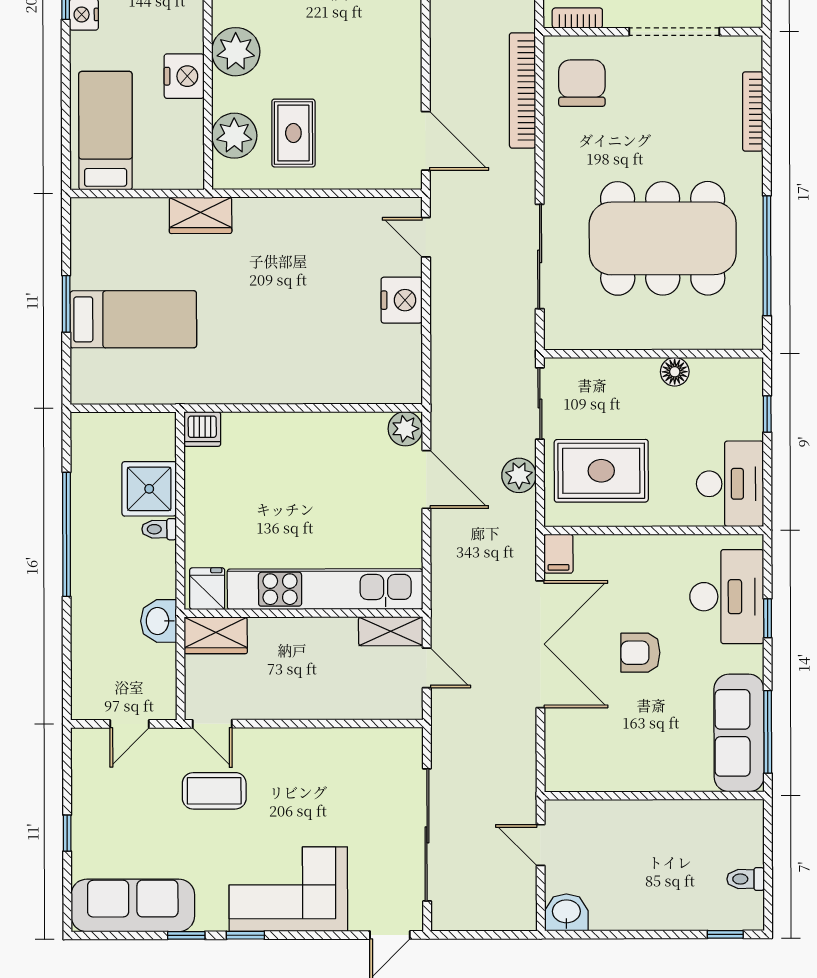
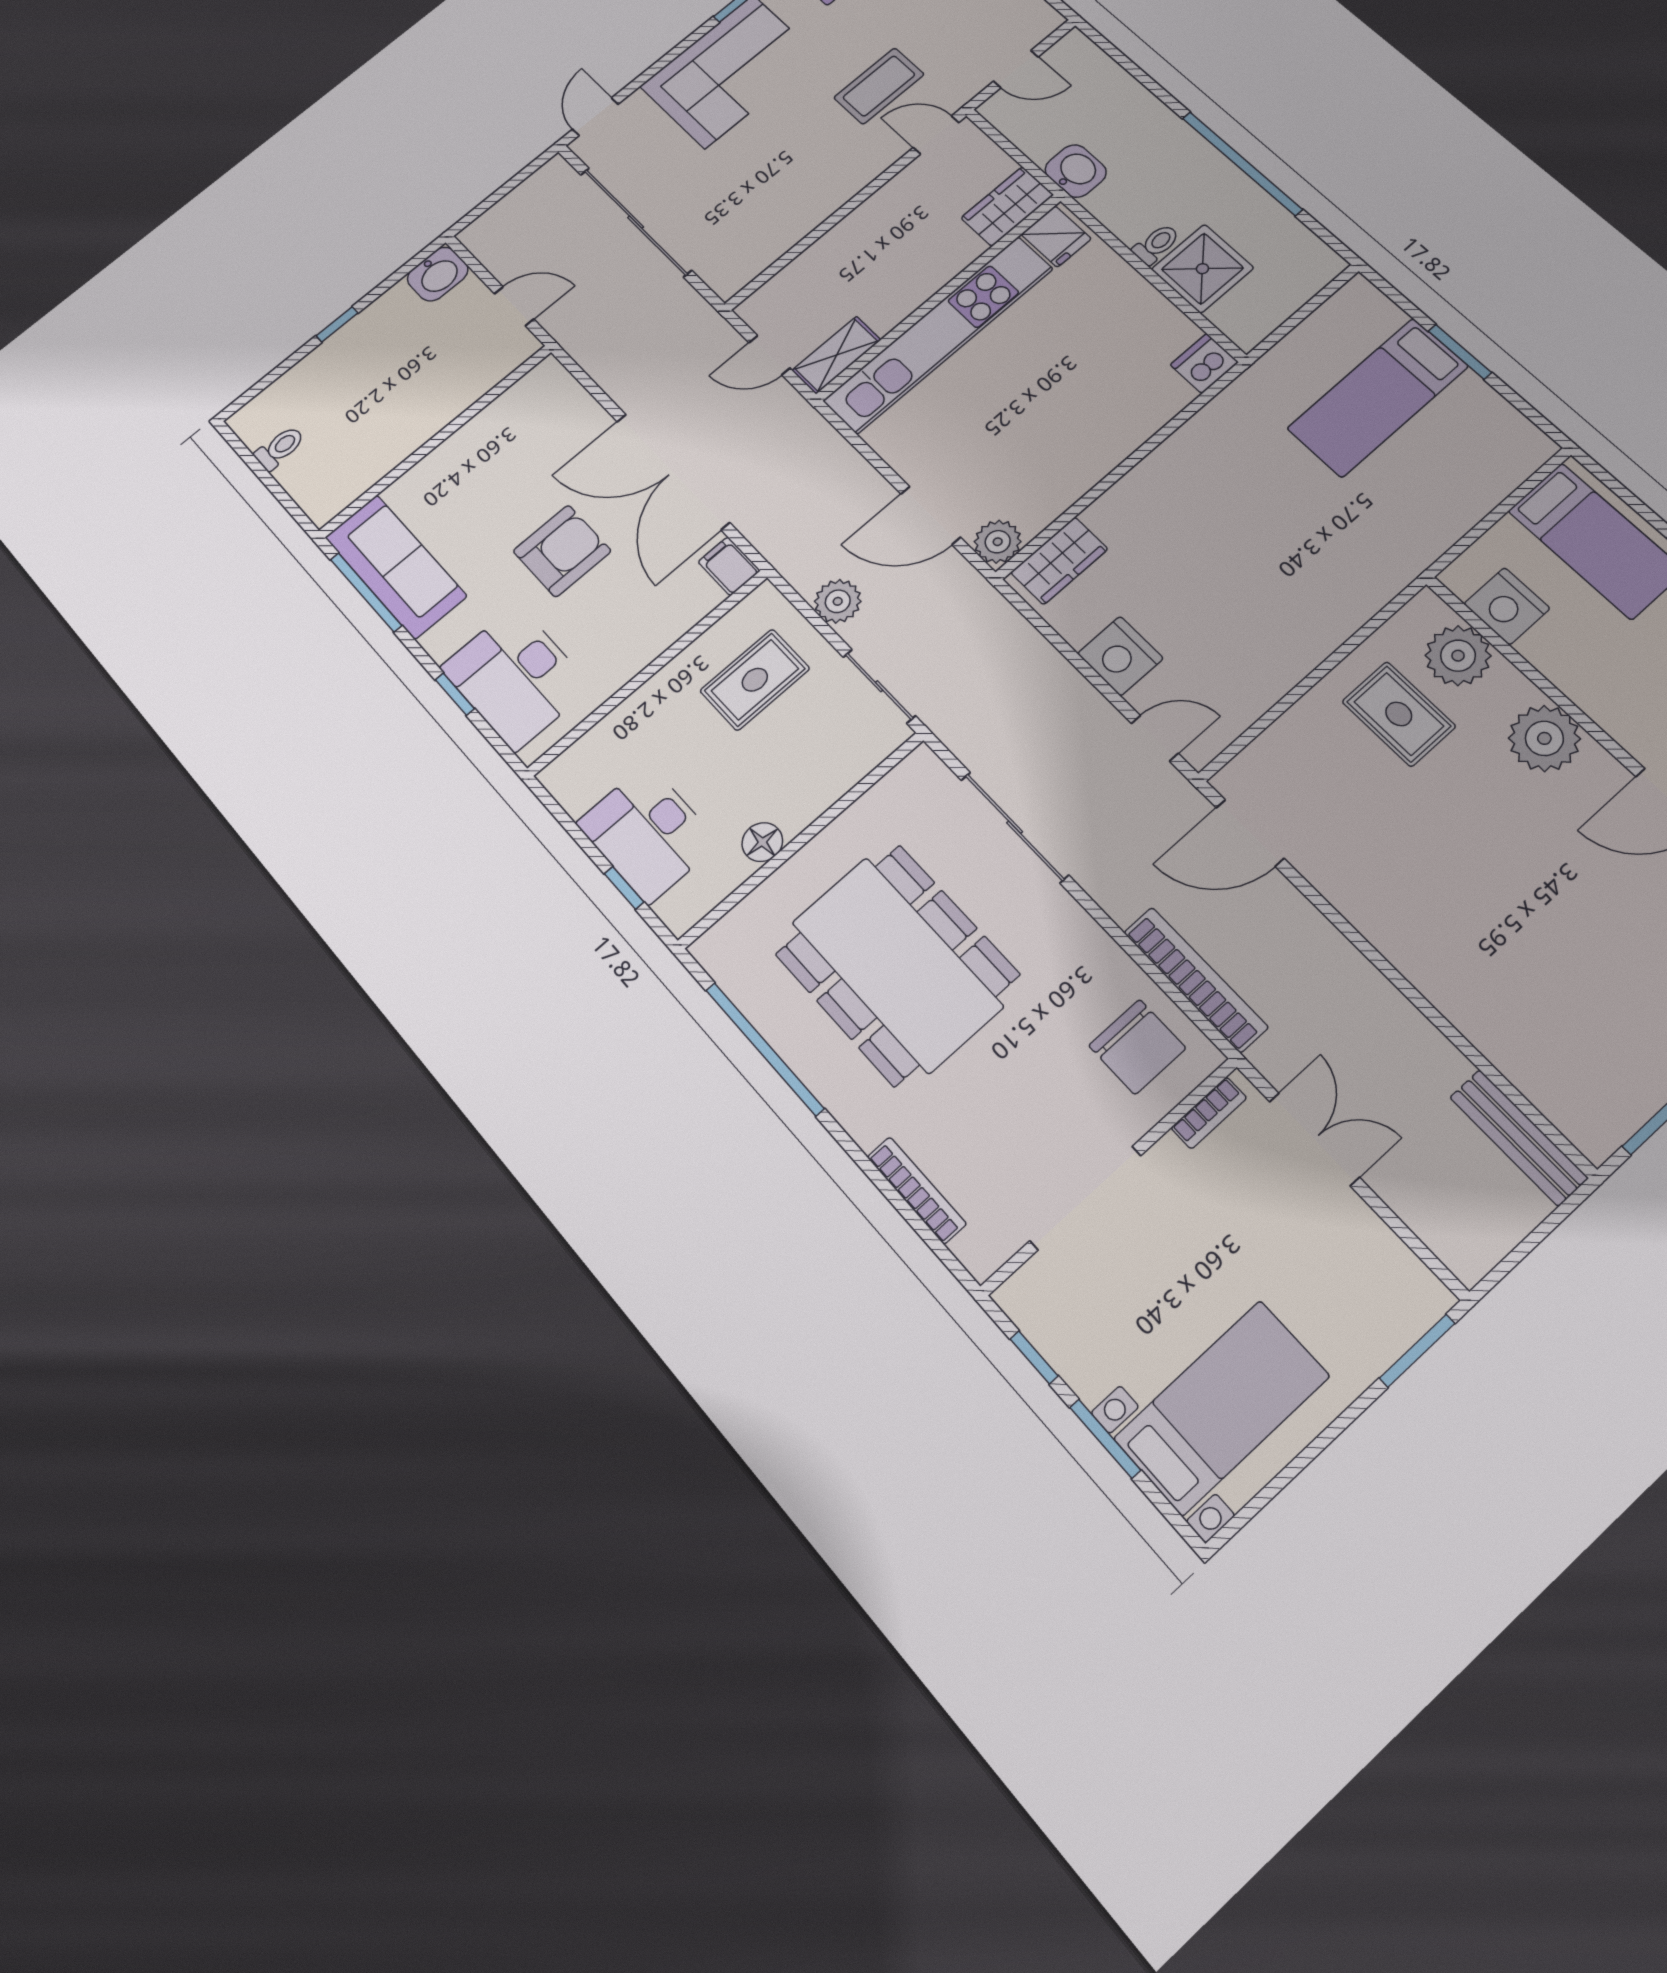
nightstand: (184, 76) -> (1507, 606), moved
wardrobe: (201, 215) -> (1059, 561), moved, turned 180
dining table: (663, 238) -> (897, 964), turned 90
rug: (601, 471) -> (755, 680), width x0.73, depth x0.70
desk: (730, 484) -> (648, 833), moved
armchair: (640, 653) -> (562, 551), width x1.38, depth x1.38
door: (130, 724) -> (1016, 69), swing flipped
window: (725, 934) -> (337, 324), moved

